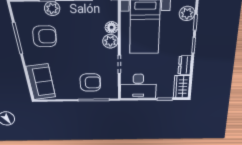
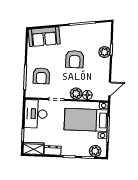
armchair: (45, 36) -> (75, 59), moved

